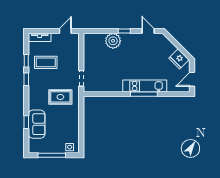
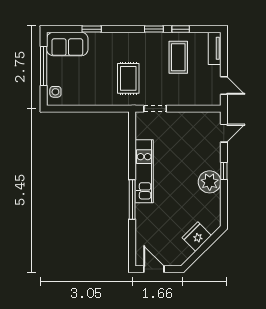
door: (148, 31) -> (224, 133), moved
plant: (113, 41) -> (210, 182), moved
fridge: (179, 59) -> (197, 237), moved
kitchen unit: (145, 86) -> (144, 171), moved
sofa: (37, 124) -> (67, 44), moved

